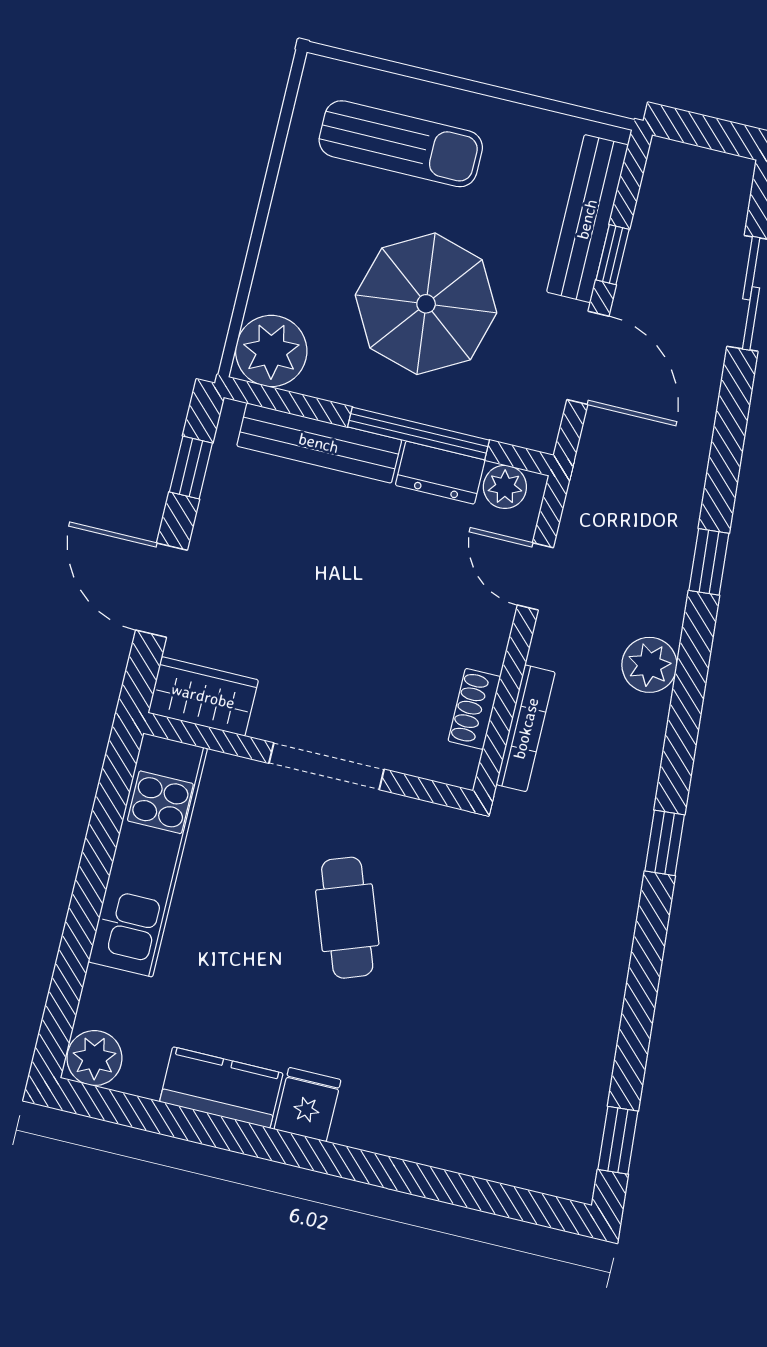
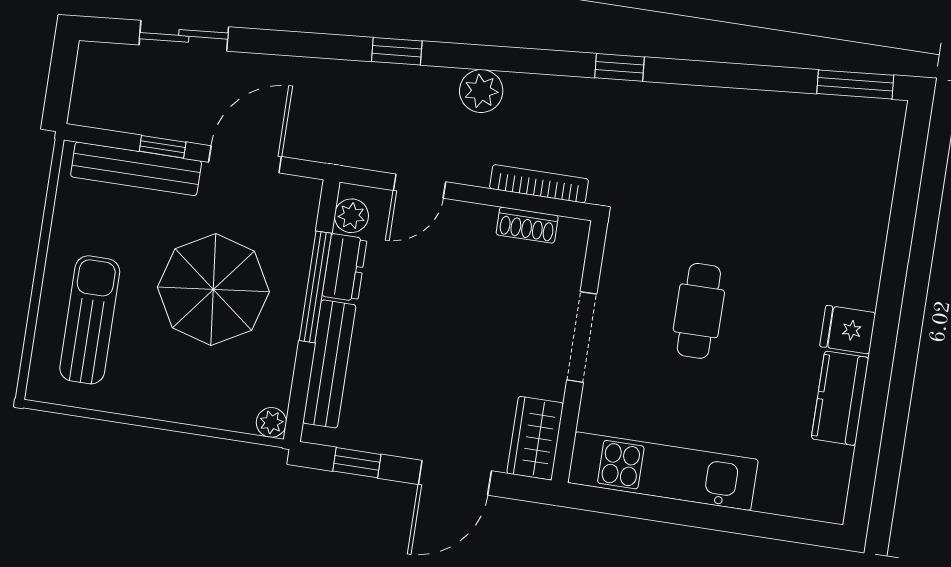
plant: (271, 351) -> (271, 422), width x0.53, depth x0.53
cafe table: (347, 918) -> (699, 311), turned -70
plant: (94, 1058) -> (825, 499), removed
window: (618, 1140) -> (855, 84), width x1.50

